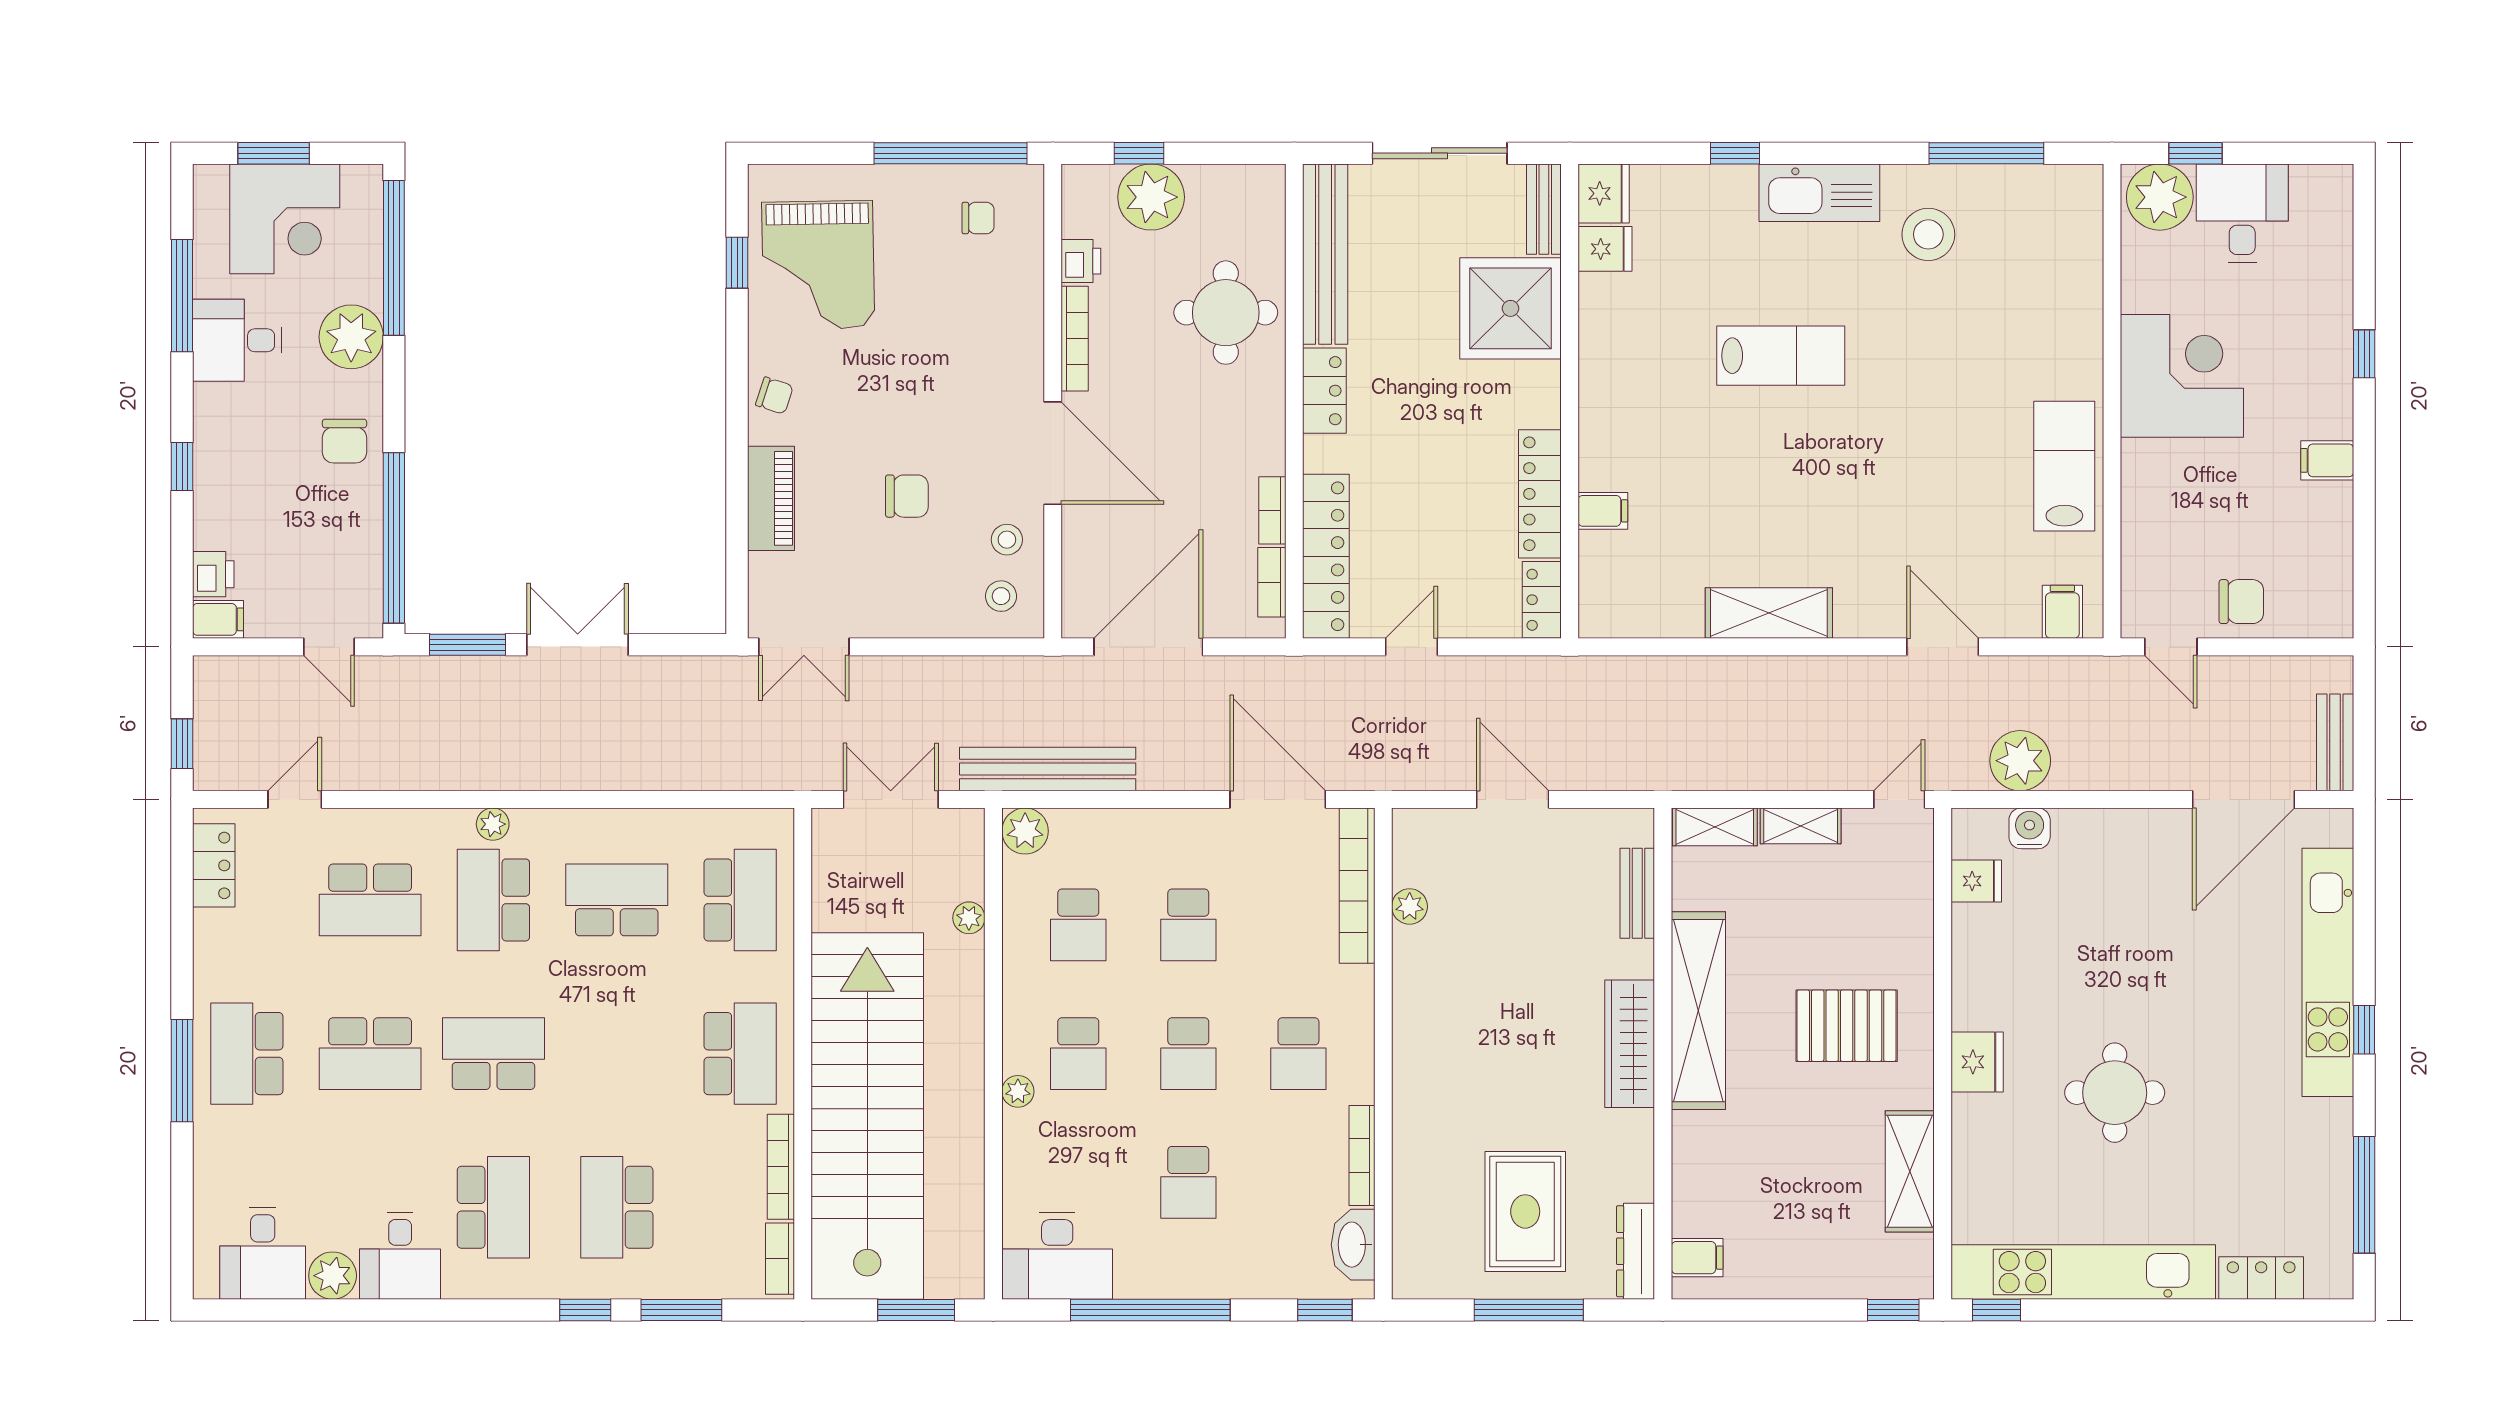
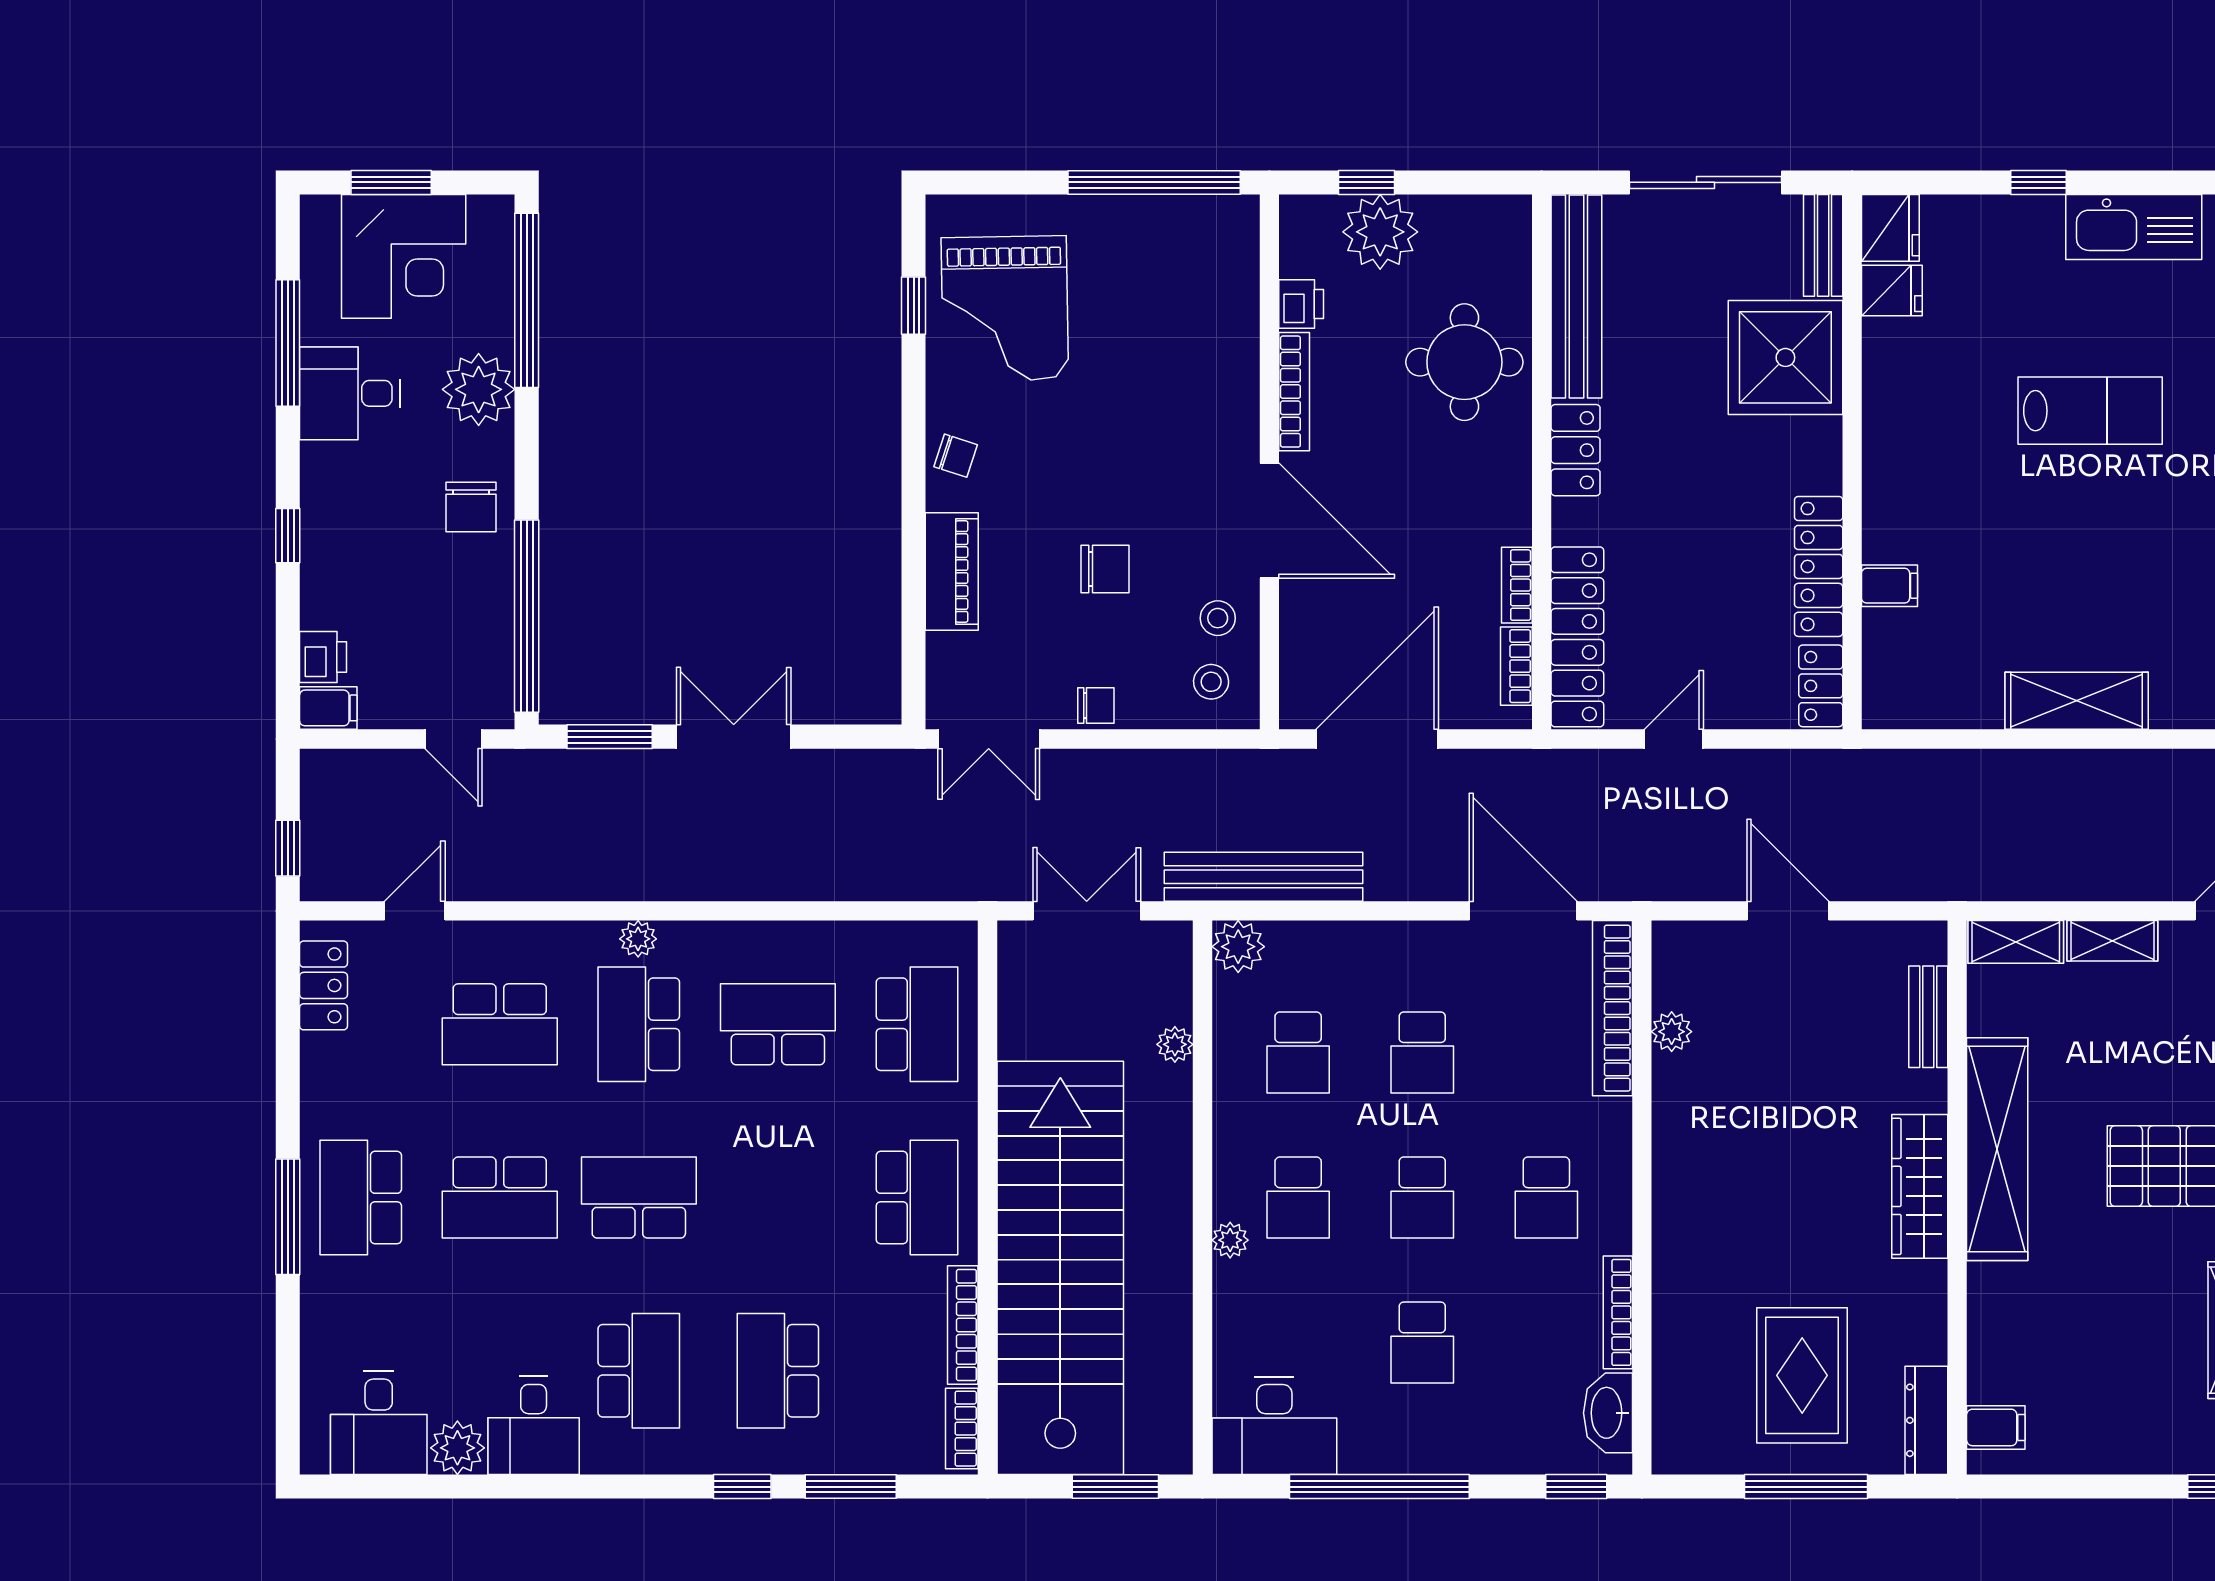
chair: (978, 218) -> (1096, 705), moved

